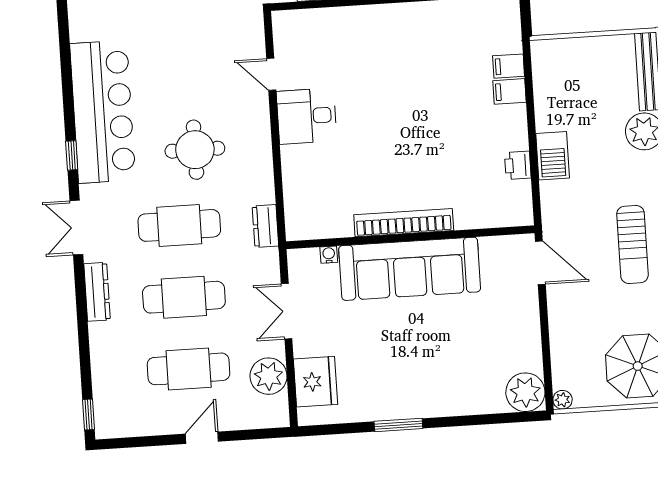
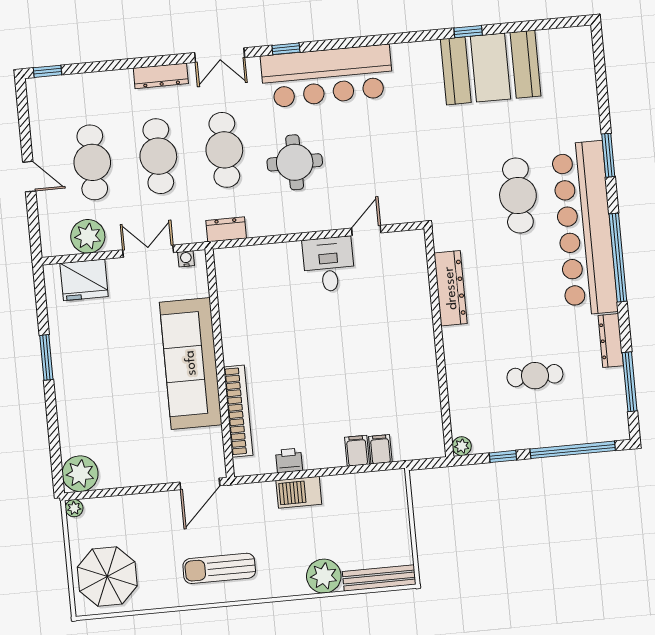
bookcase: (404, 223) -> (238, 411), moved
double door: (76, 228) -> (220, 55), swing flipped
water cooler: (329, 255) -> (186, 259), moved, turned -90

